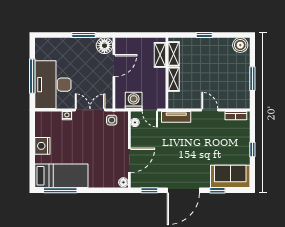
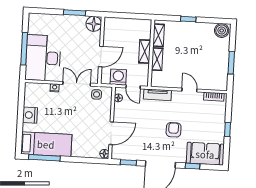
shelving: (160, 55) -> (145, 51), moved
door: (114, 66) -> (101, 57), moved
armchair: (195, 153) -> (174, 130), added

